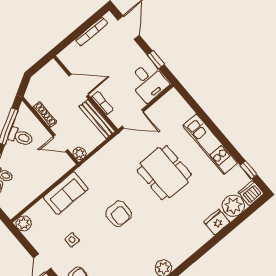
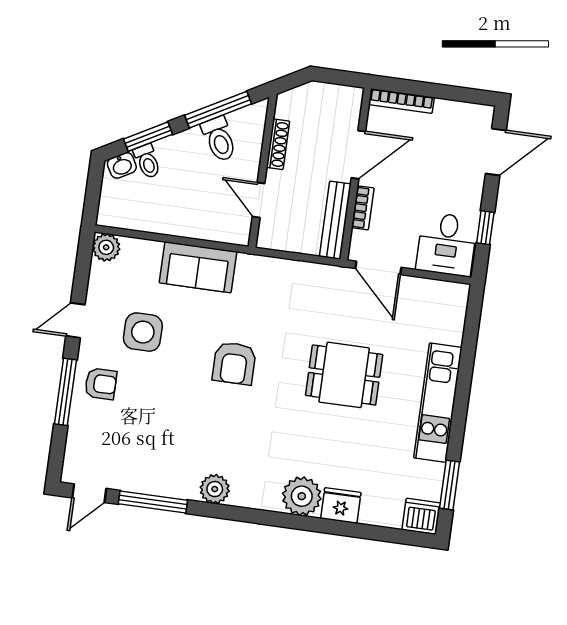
bookcase: (91, 32) -> (401, 101), moved
door: (79, 85) -> (358, 155), hinge flipped
plant: (80, 153) -> (268, 238), removed
window: (249, 170) -> (450, 485), width x1.50
dining table: (164, 173) -> (344, 375), width x0.73
plant: (233, 206) -> (302, 496), moved
side table: (72, 240) -> (143, 332), width x1.87, depth x1.87

